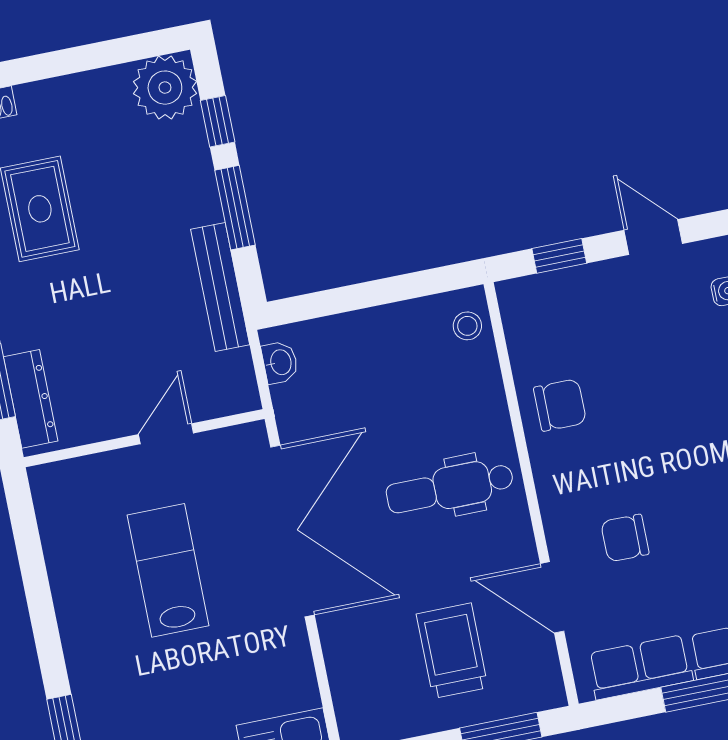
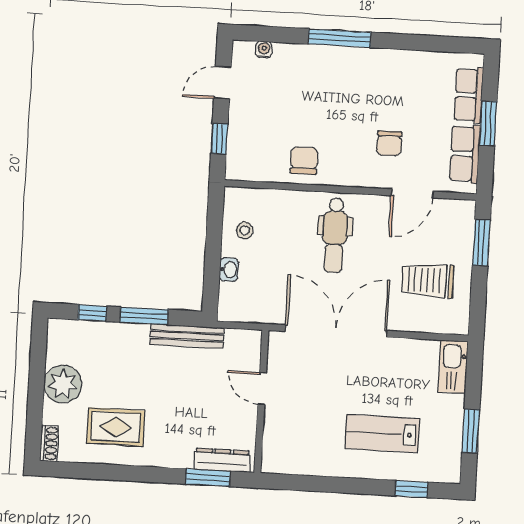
plant: (165, 88) -> (63, 384), moved
stool: (467, 326) -> (245, 230), moved
washbasin: (280, 362) -> (229, 270), moved, turned 90
lab bench: (168, 570) -> (382, 434), moved
trolley: (452, 651) -> (428, 280), moved

